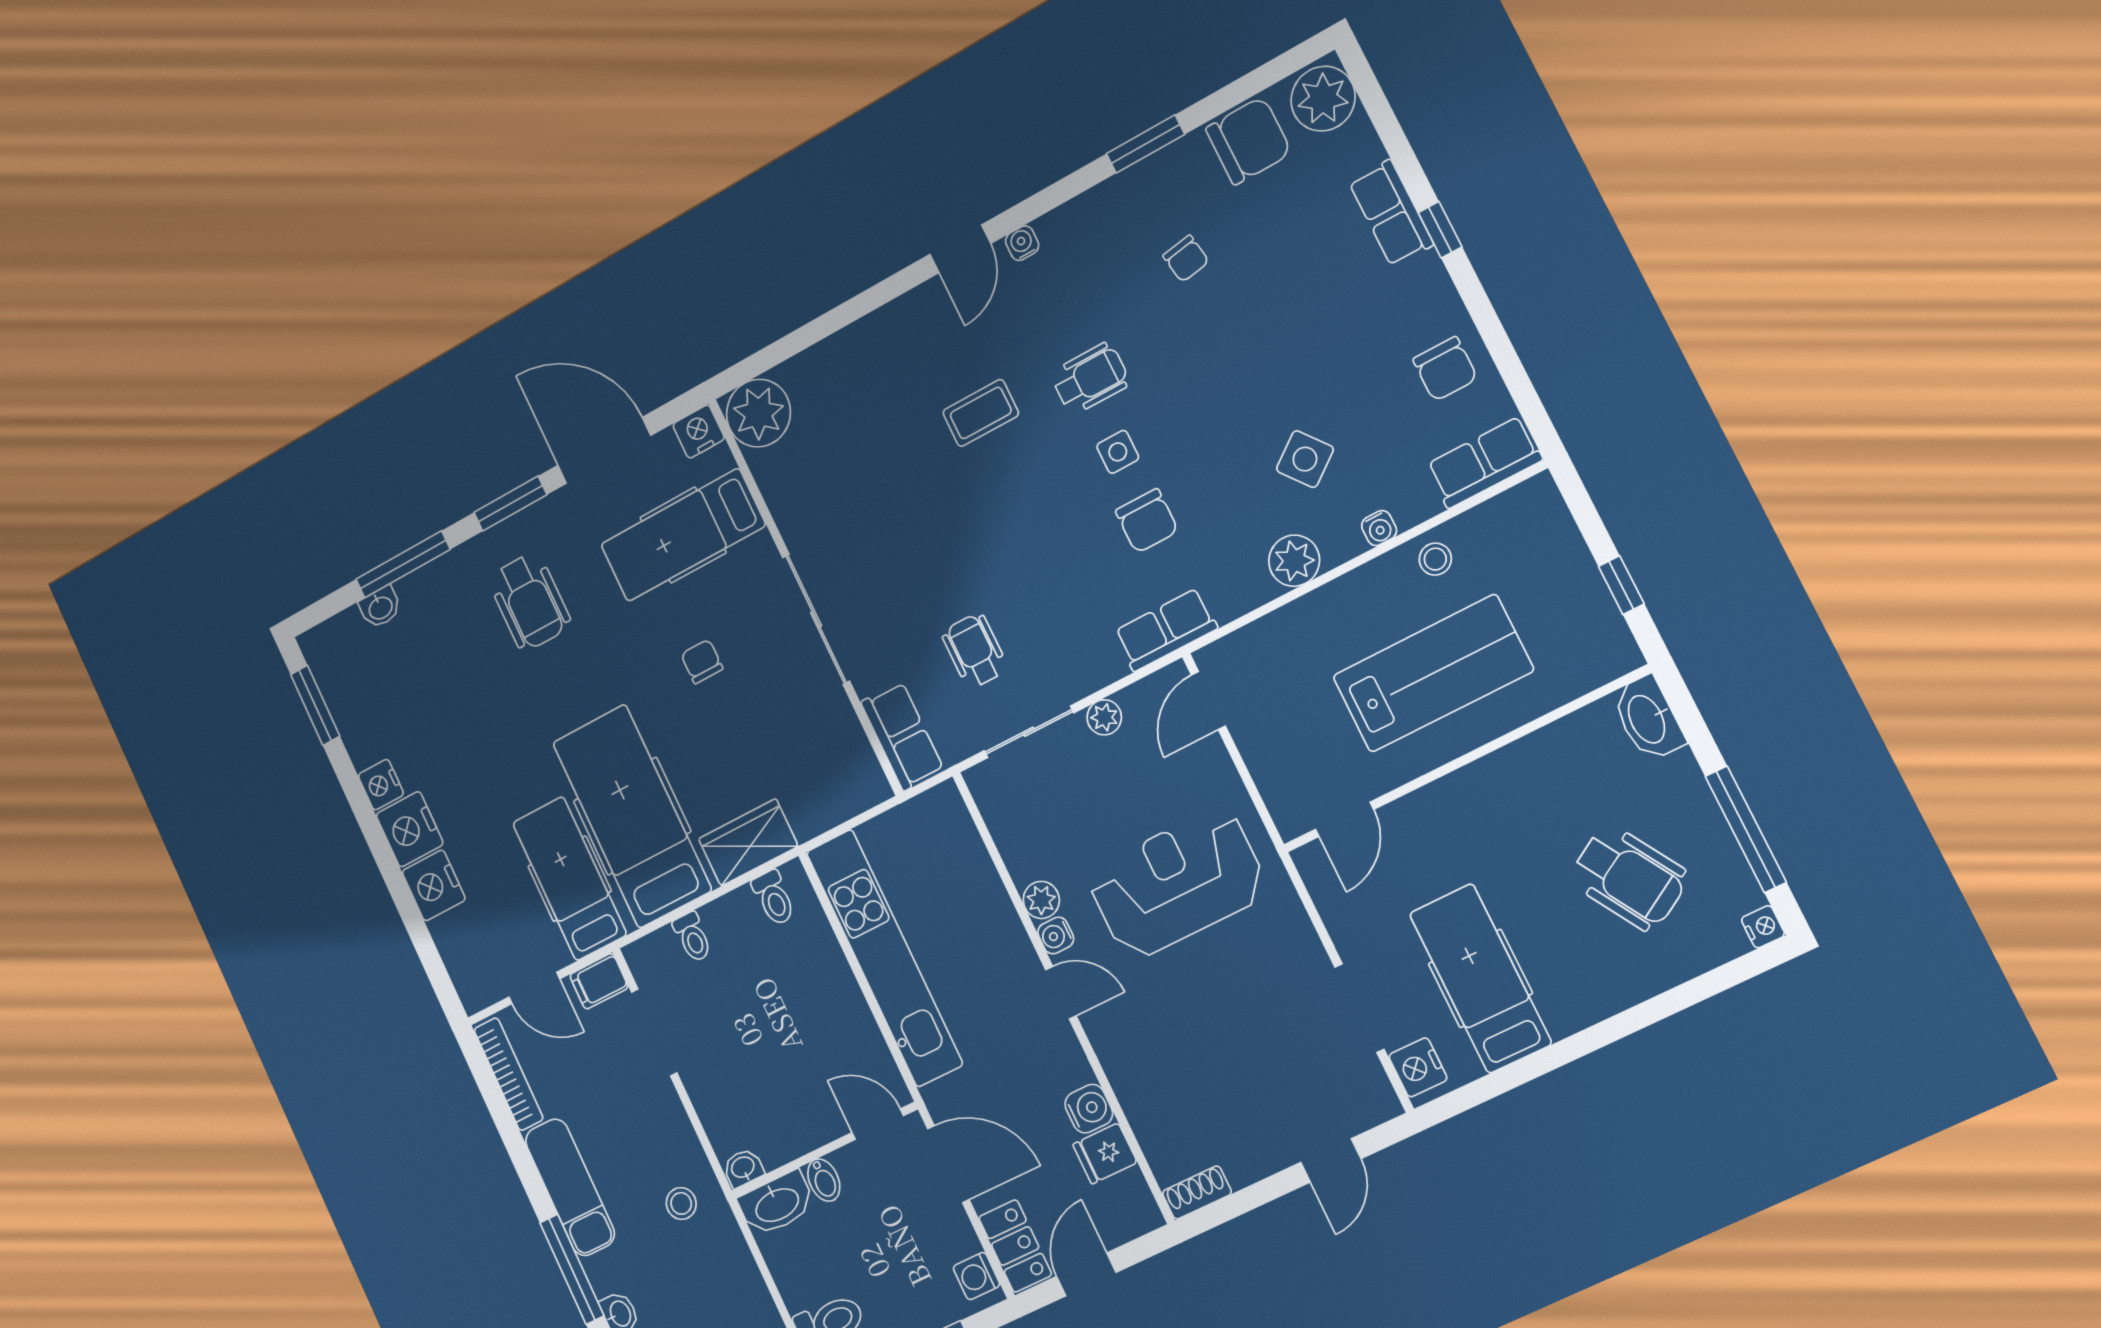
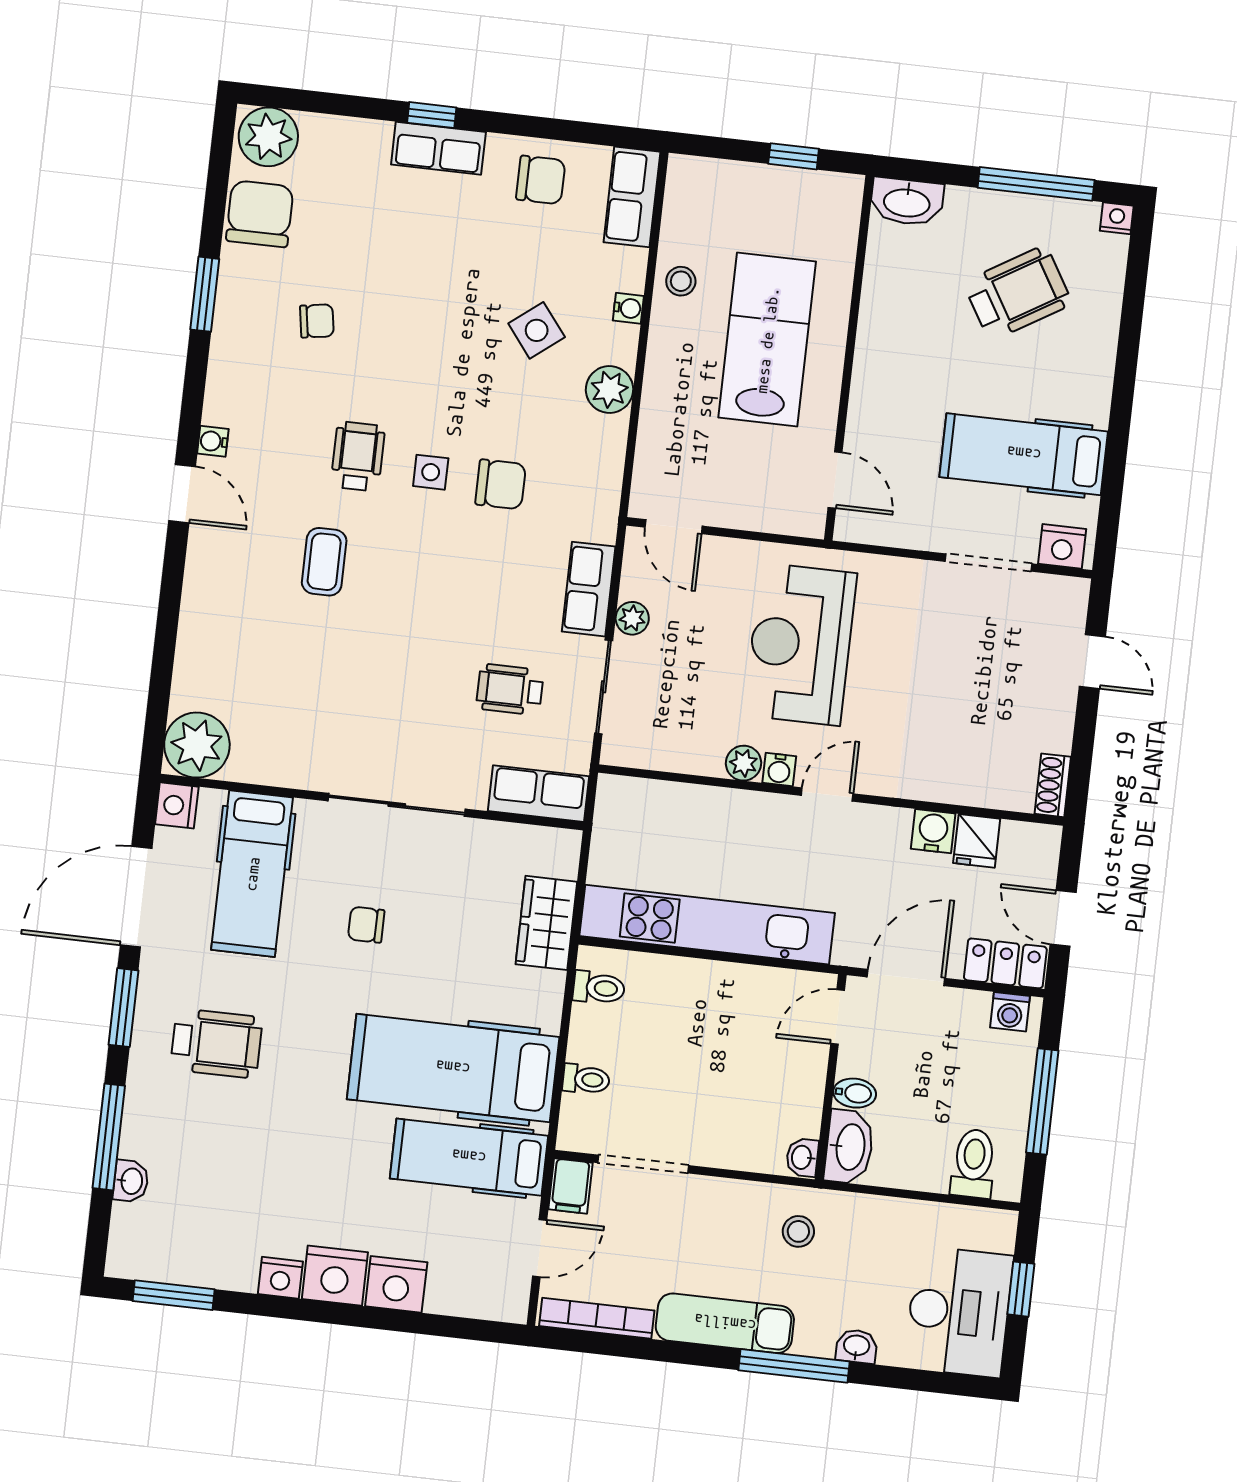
row of seats: (1391, 213) -> (438, 148), moved
row of seats: (1166, 630) -> (589, 589), moved
wardrobe: (748, 842) -> (546, 923), moved

